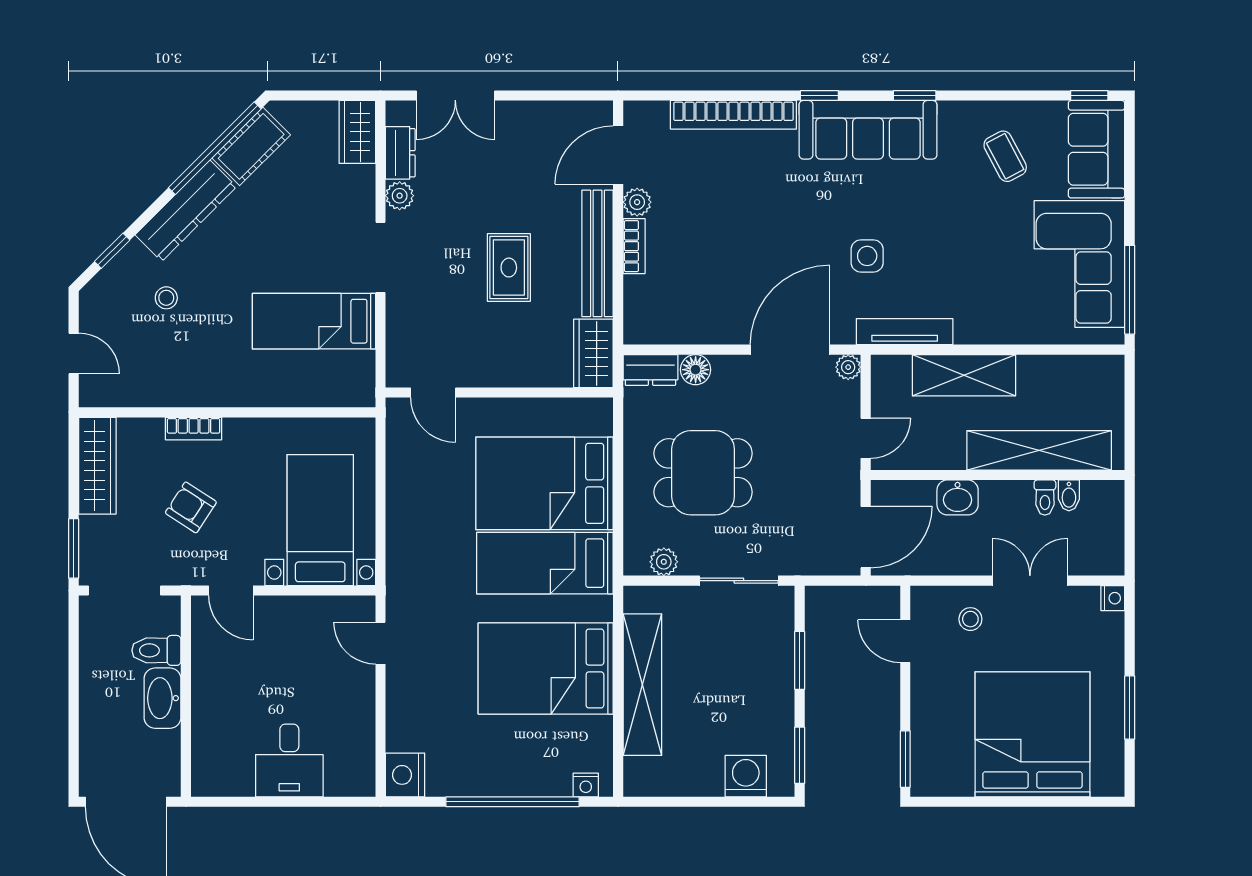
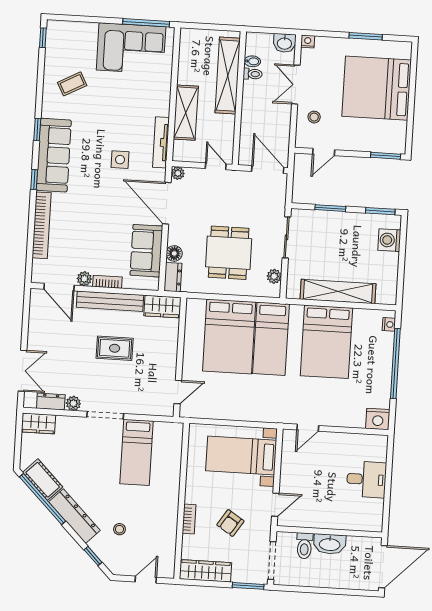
sofa: (1097, 149) -> (146, 251), moved, turned 90
washbasin: (958, 497) -> (284, 43), moved, turned 90

